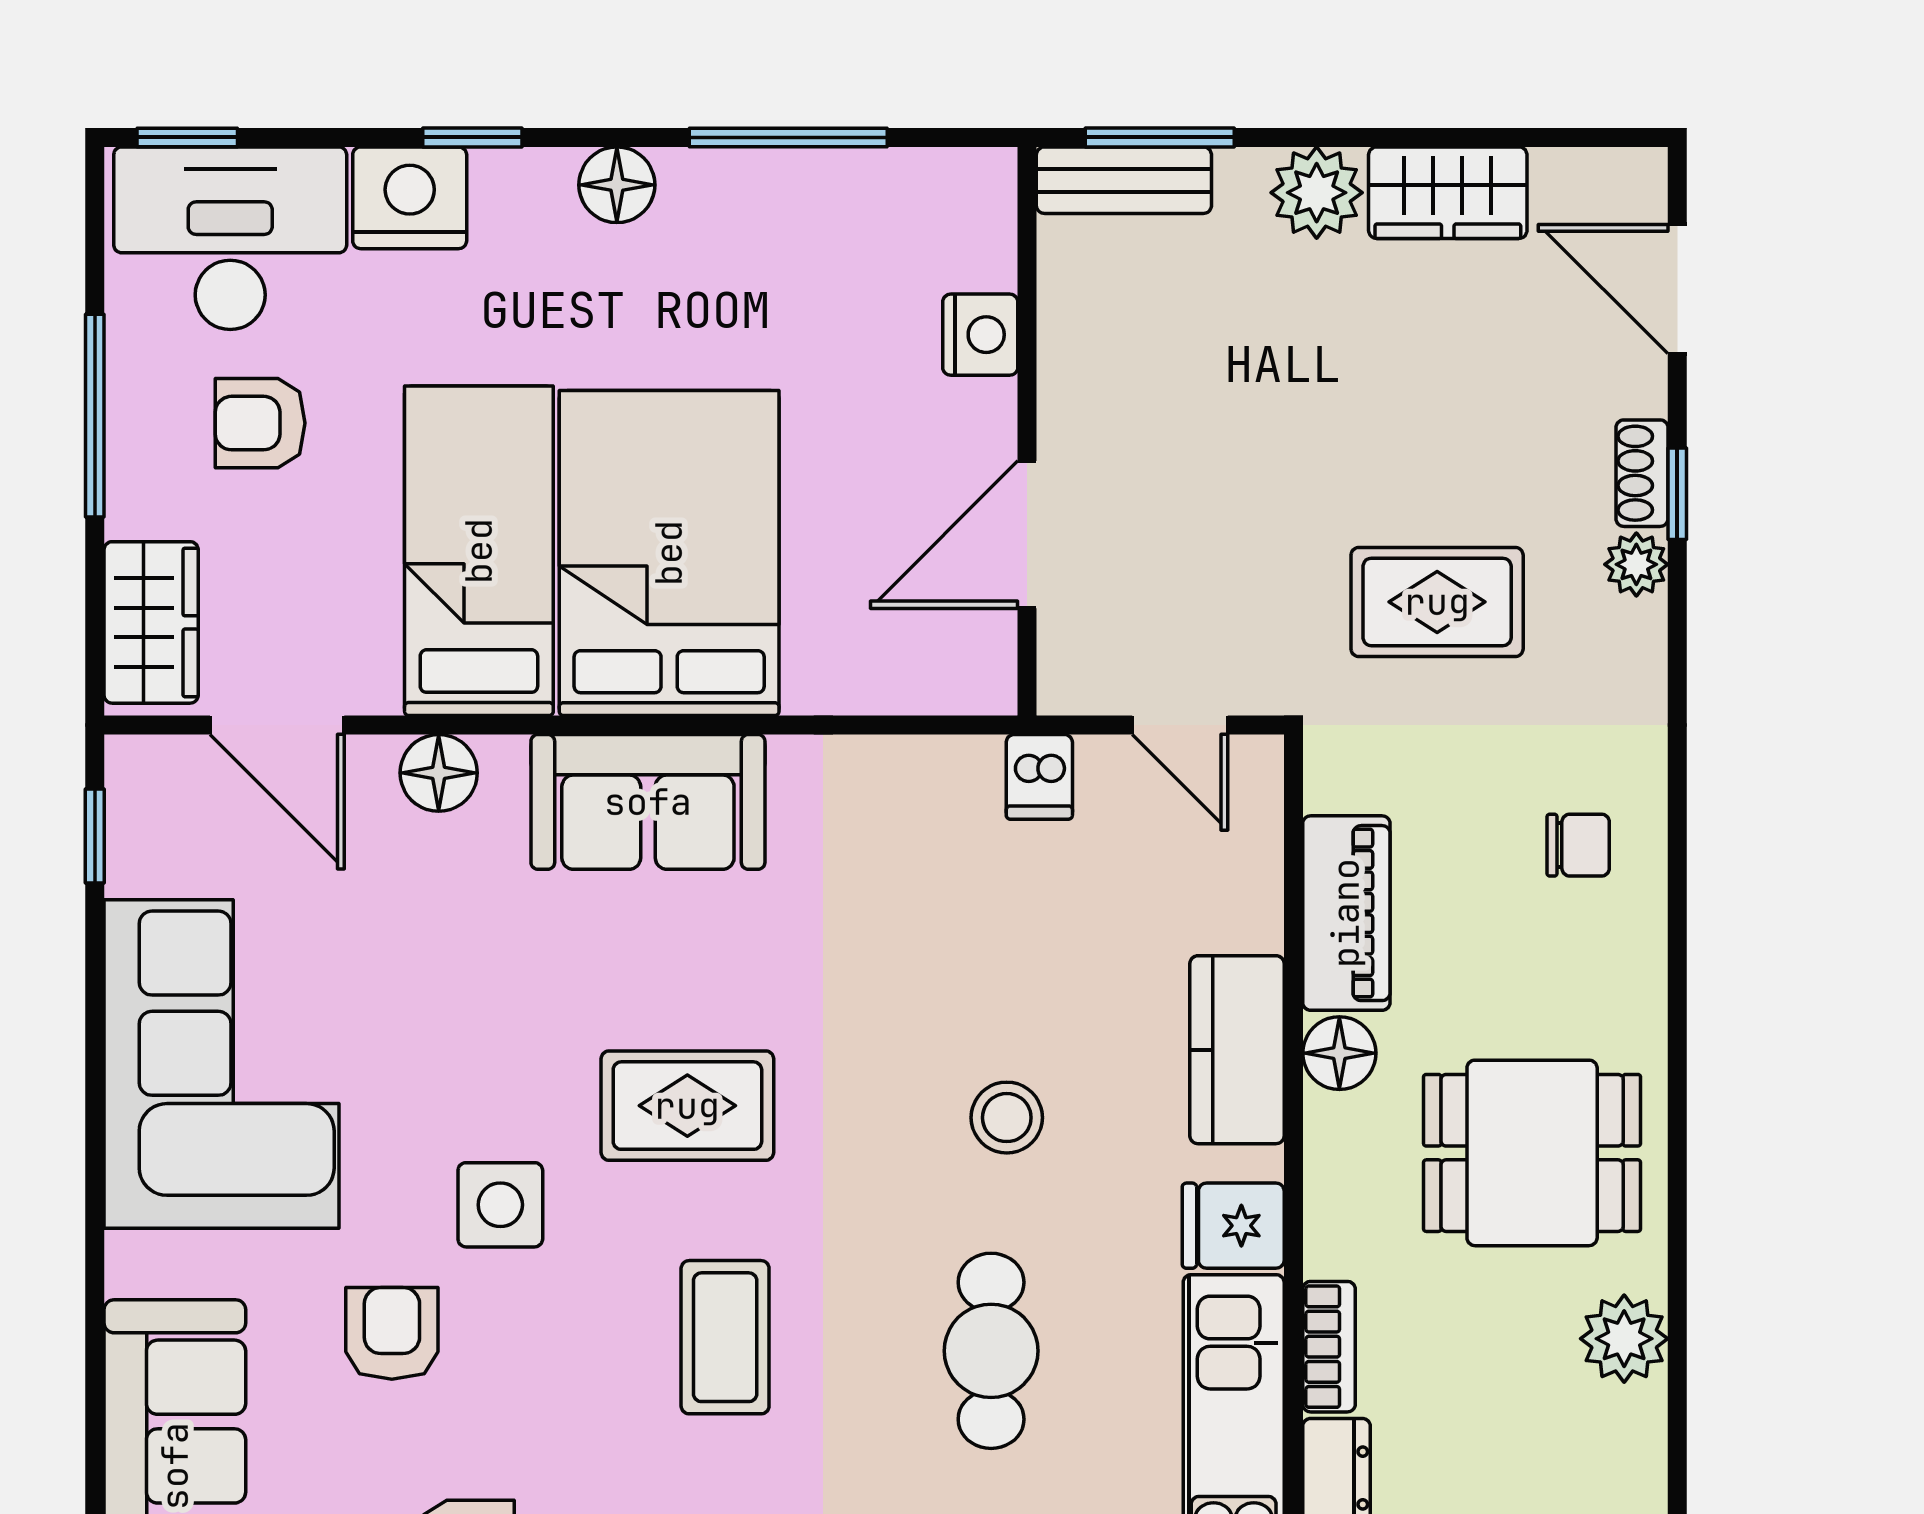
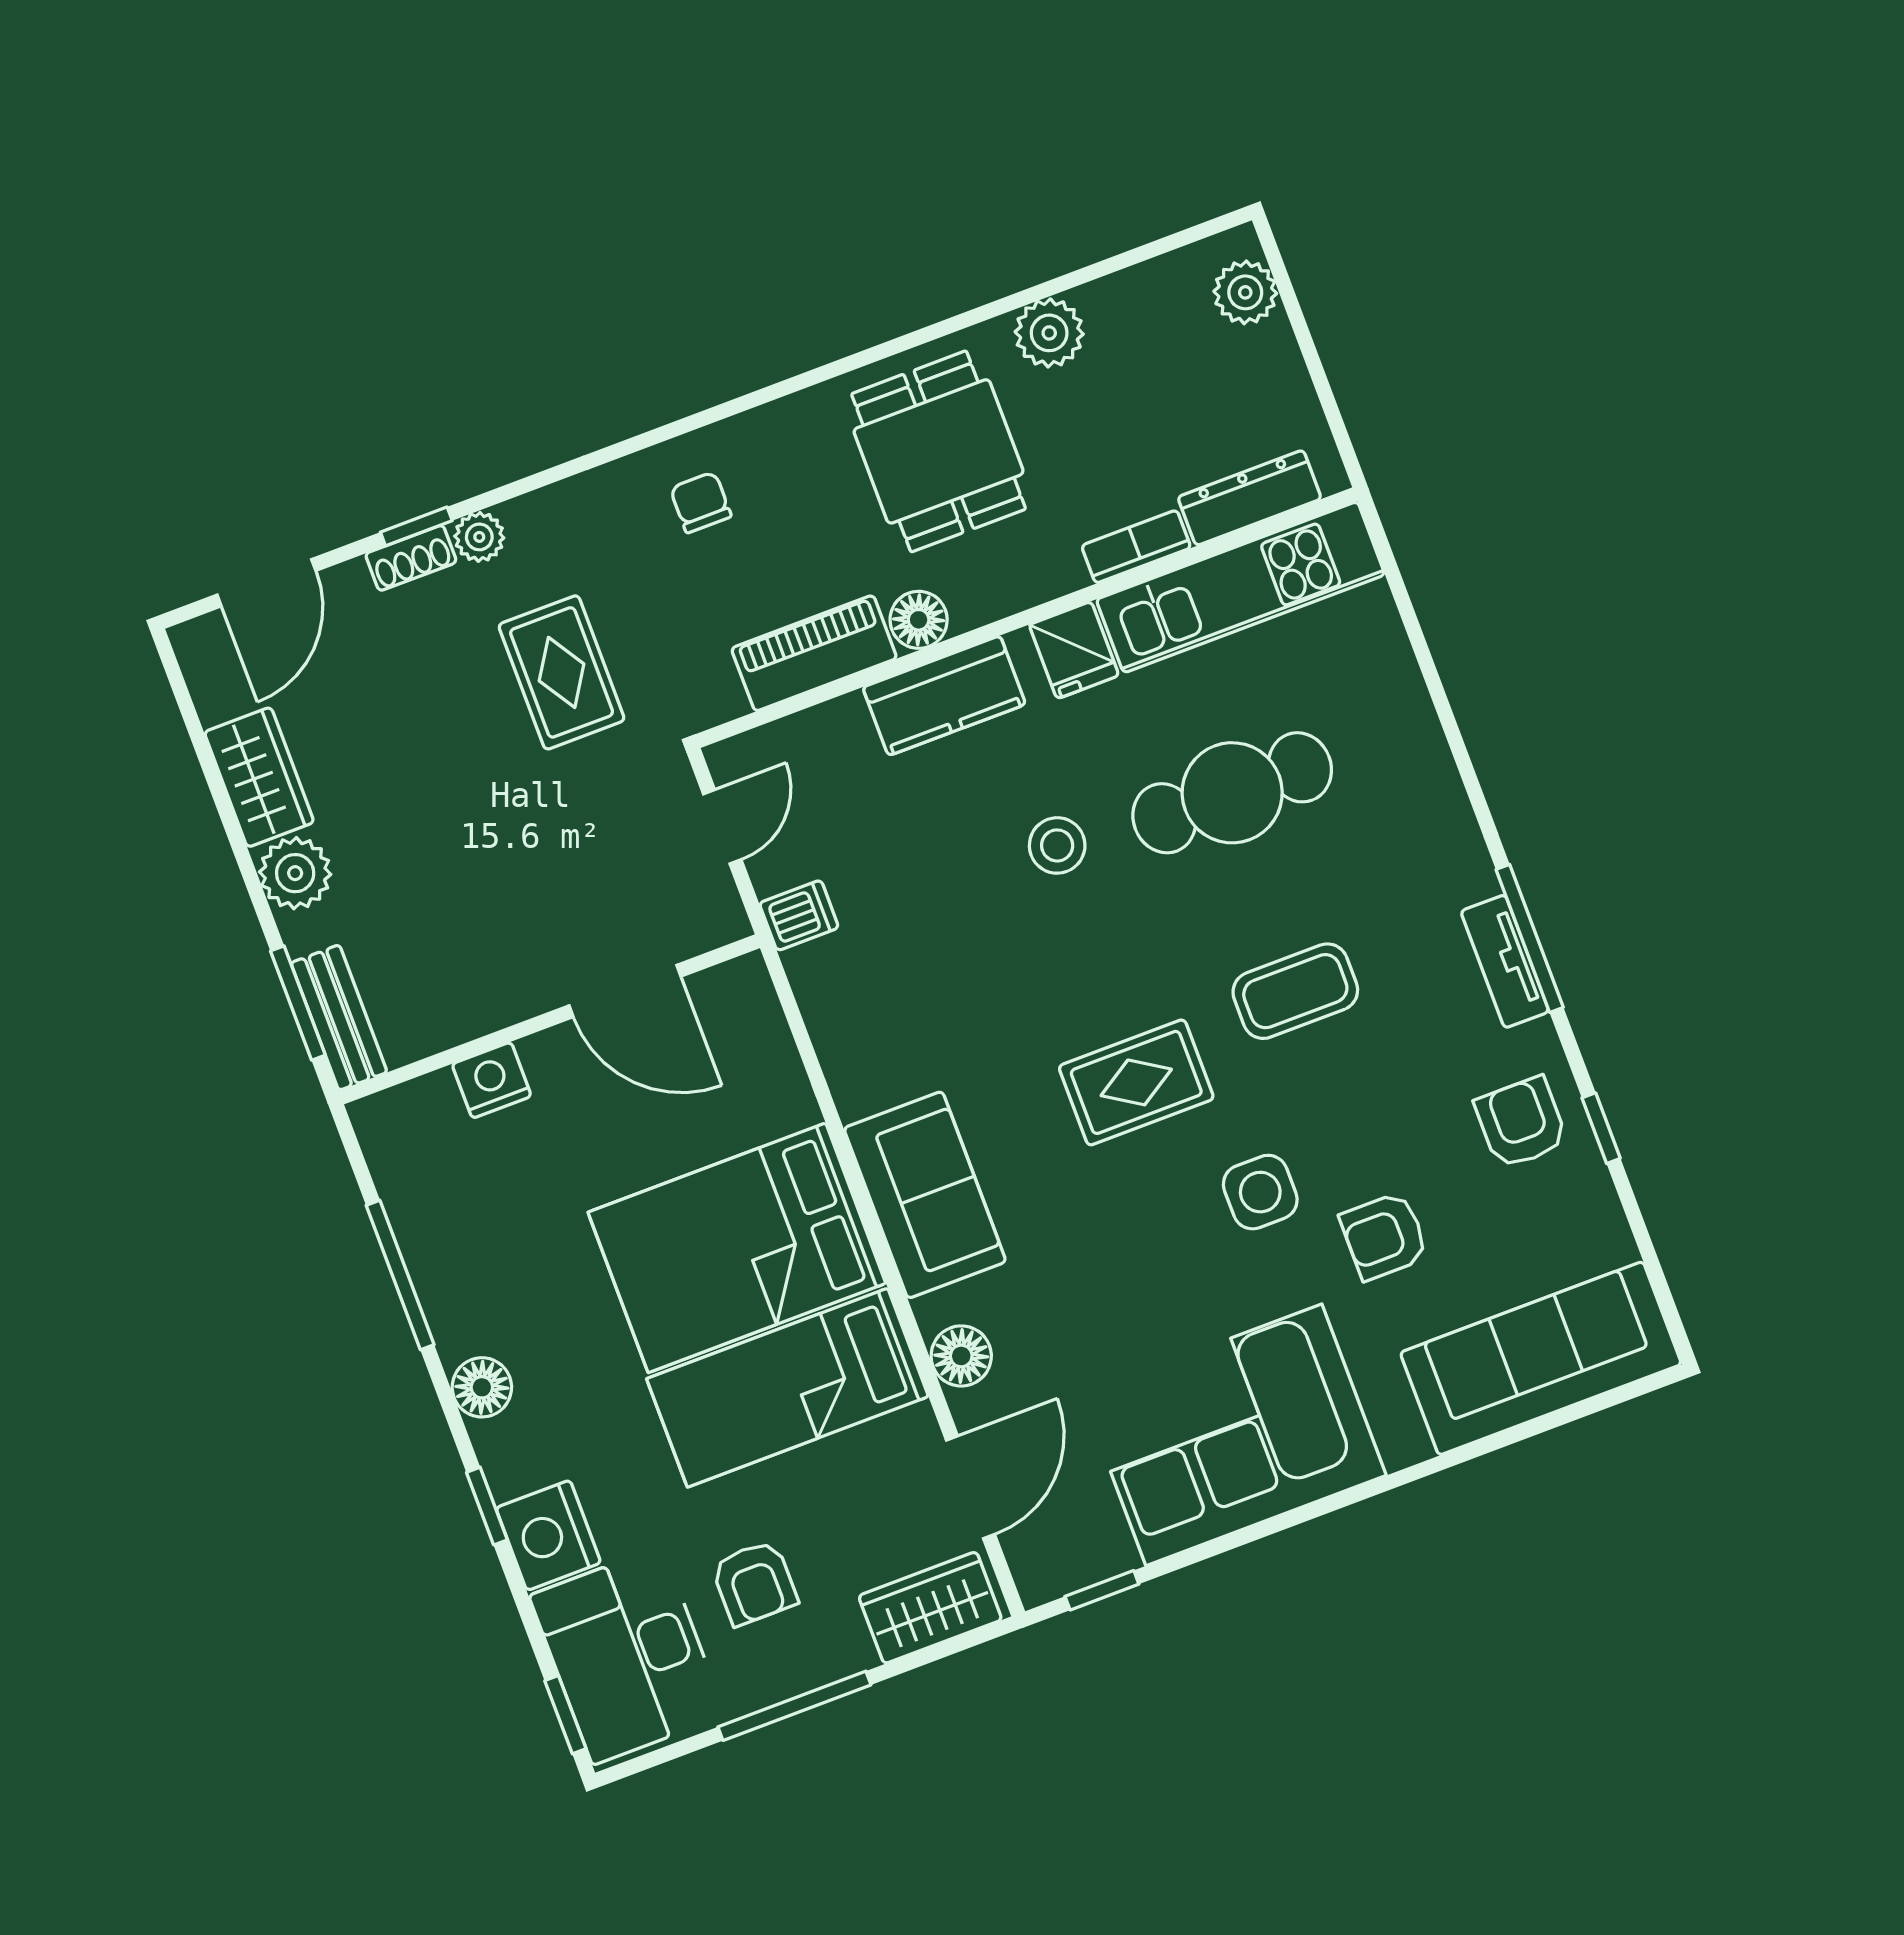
rug: (687, 1106) -> (1136, 1082), turned 90
cafe table: (991, 1351) -> (1232, 793), width x1.37, depth x1.35

